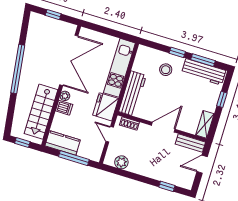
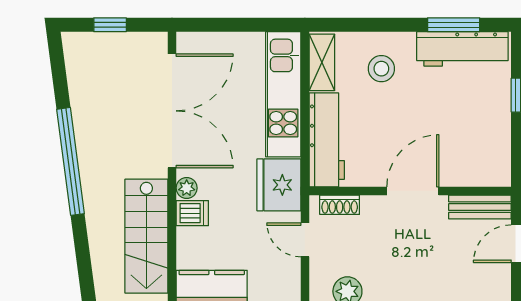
window: (177, 52) -> (395, 25), removed
shelving: (205, 124) -> (322, 62), moved

